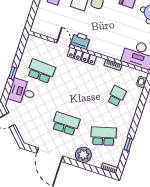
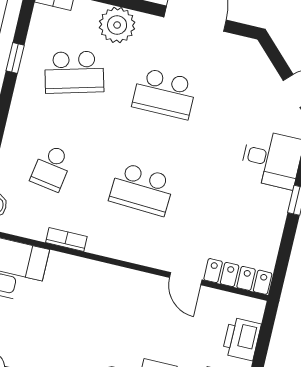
printer: (80, 41) -> (242, 339), moved, turned 90
locker: (82, 56) -> (238, 276), moved
school desk: (41, 71) -> (142, 189), moved

